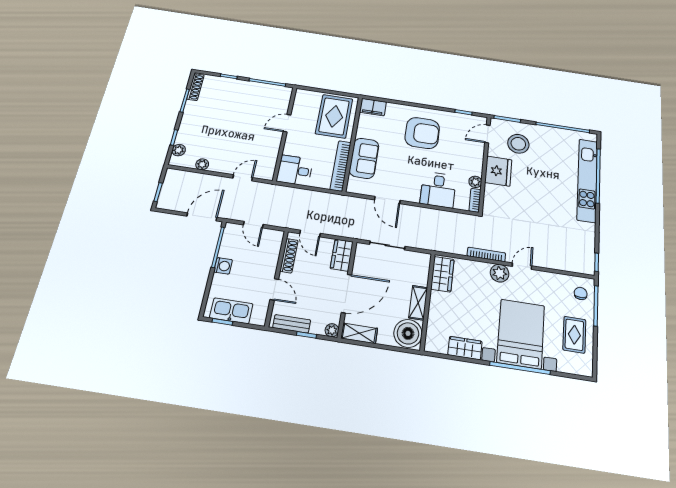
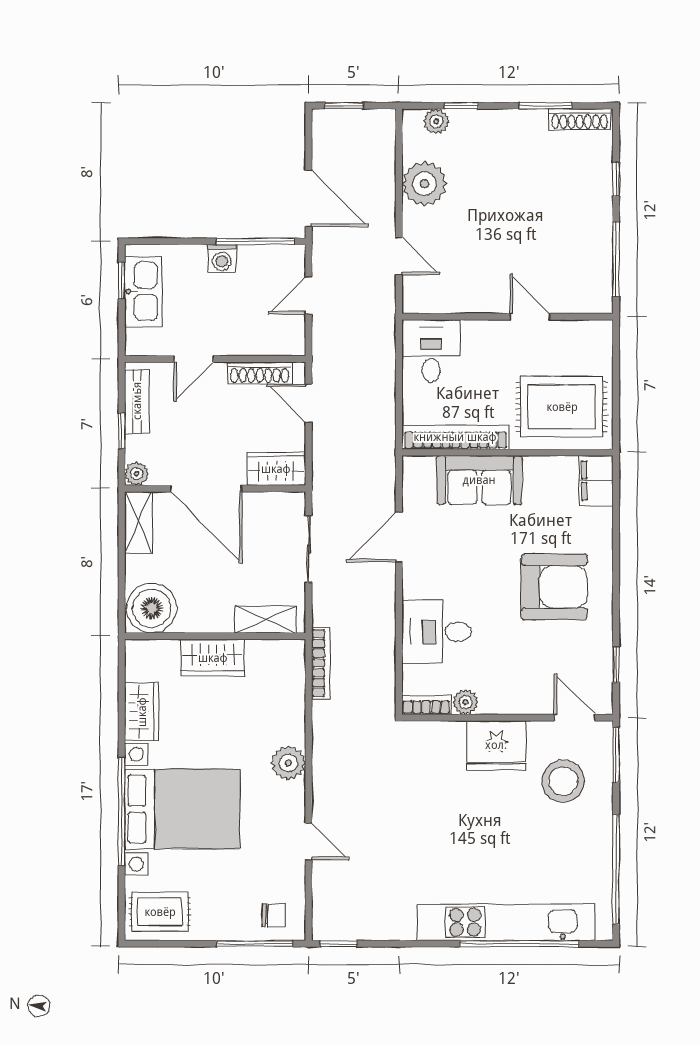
armchair: (422, 133) -> (554, 587), turned -90
plant: (202, 164) -> (424, 184), width x1.88, depth x1.88
door: (310, 233) -> (309, 403), hinge flipped
bookcase: (486, 254) -> (321, 663), moved
door: (522, 266) -> (309, 841), moved
wardrobe: (442, 274) -> (213, 658), moved
shelving: (418, 303) -> (266, 620), moved
rug: (574, 335) -> (160, 912), moved

